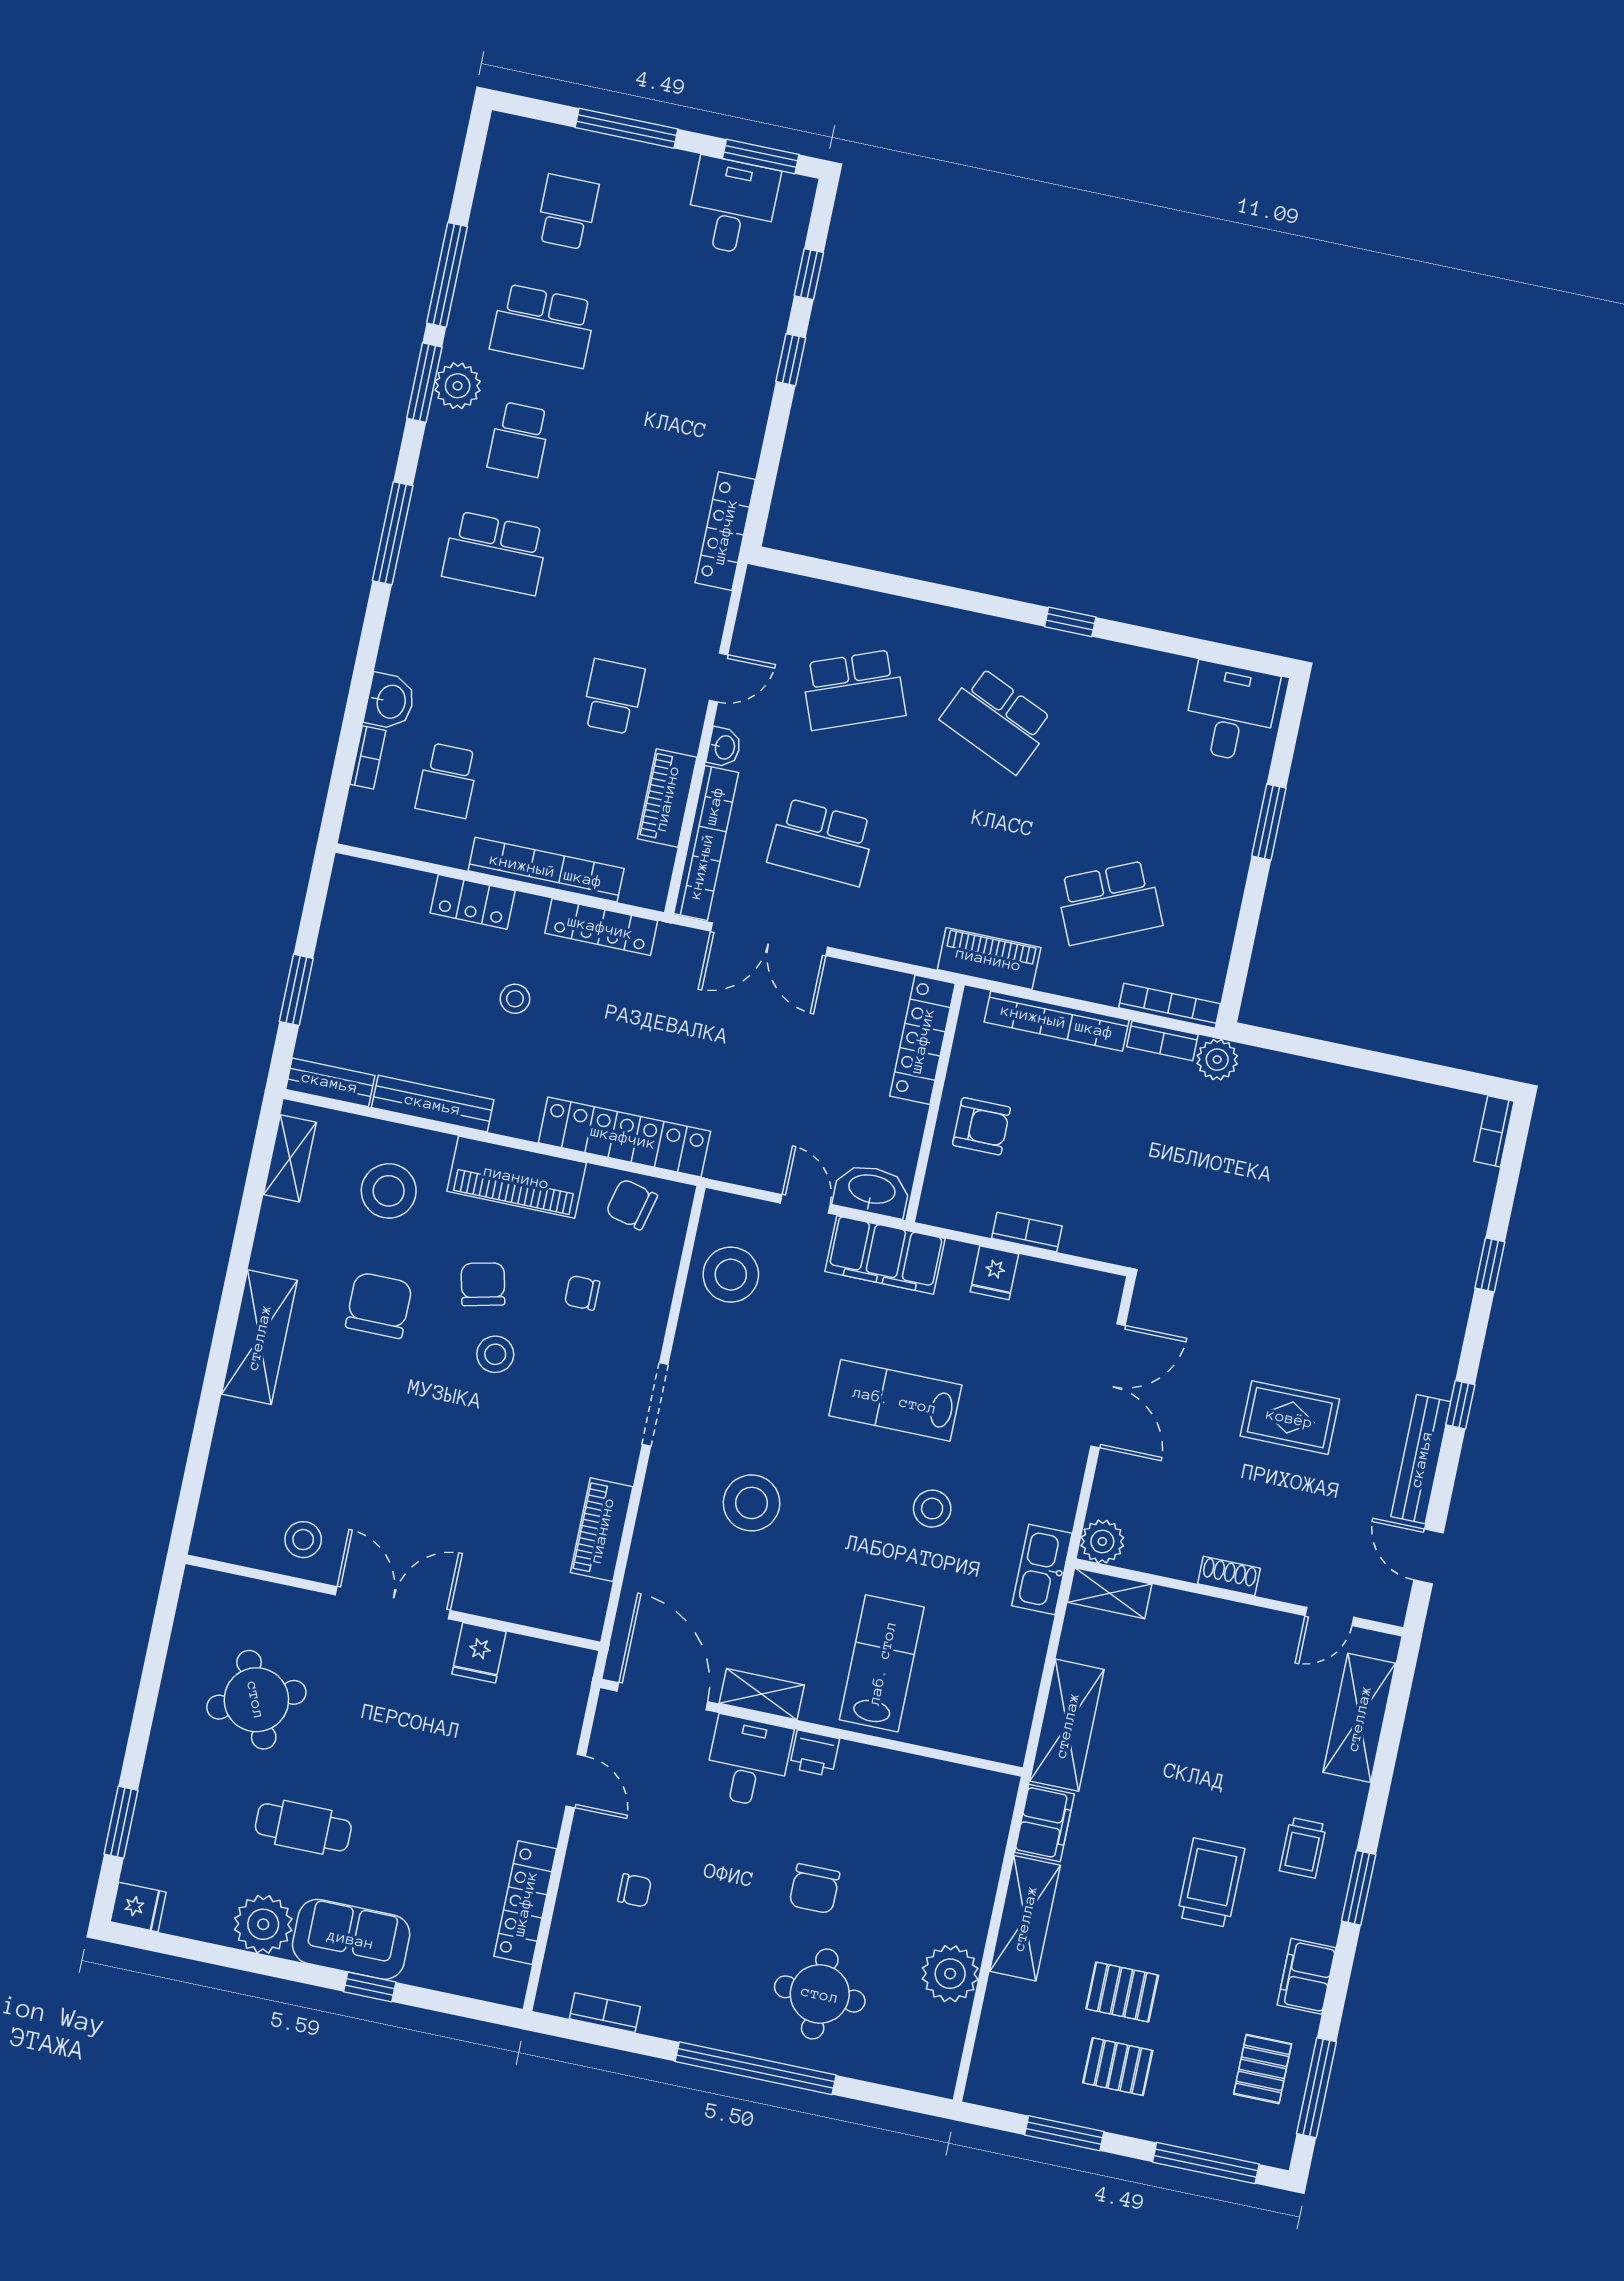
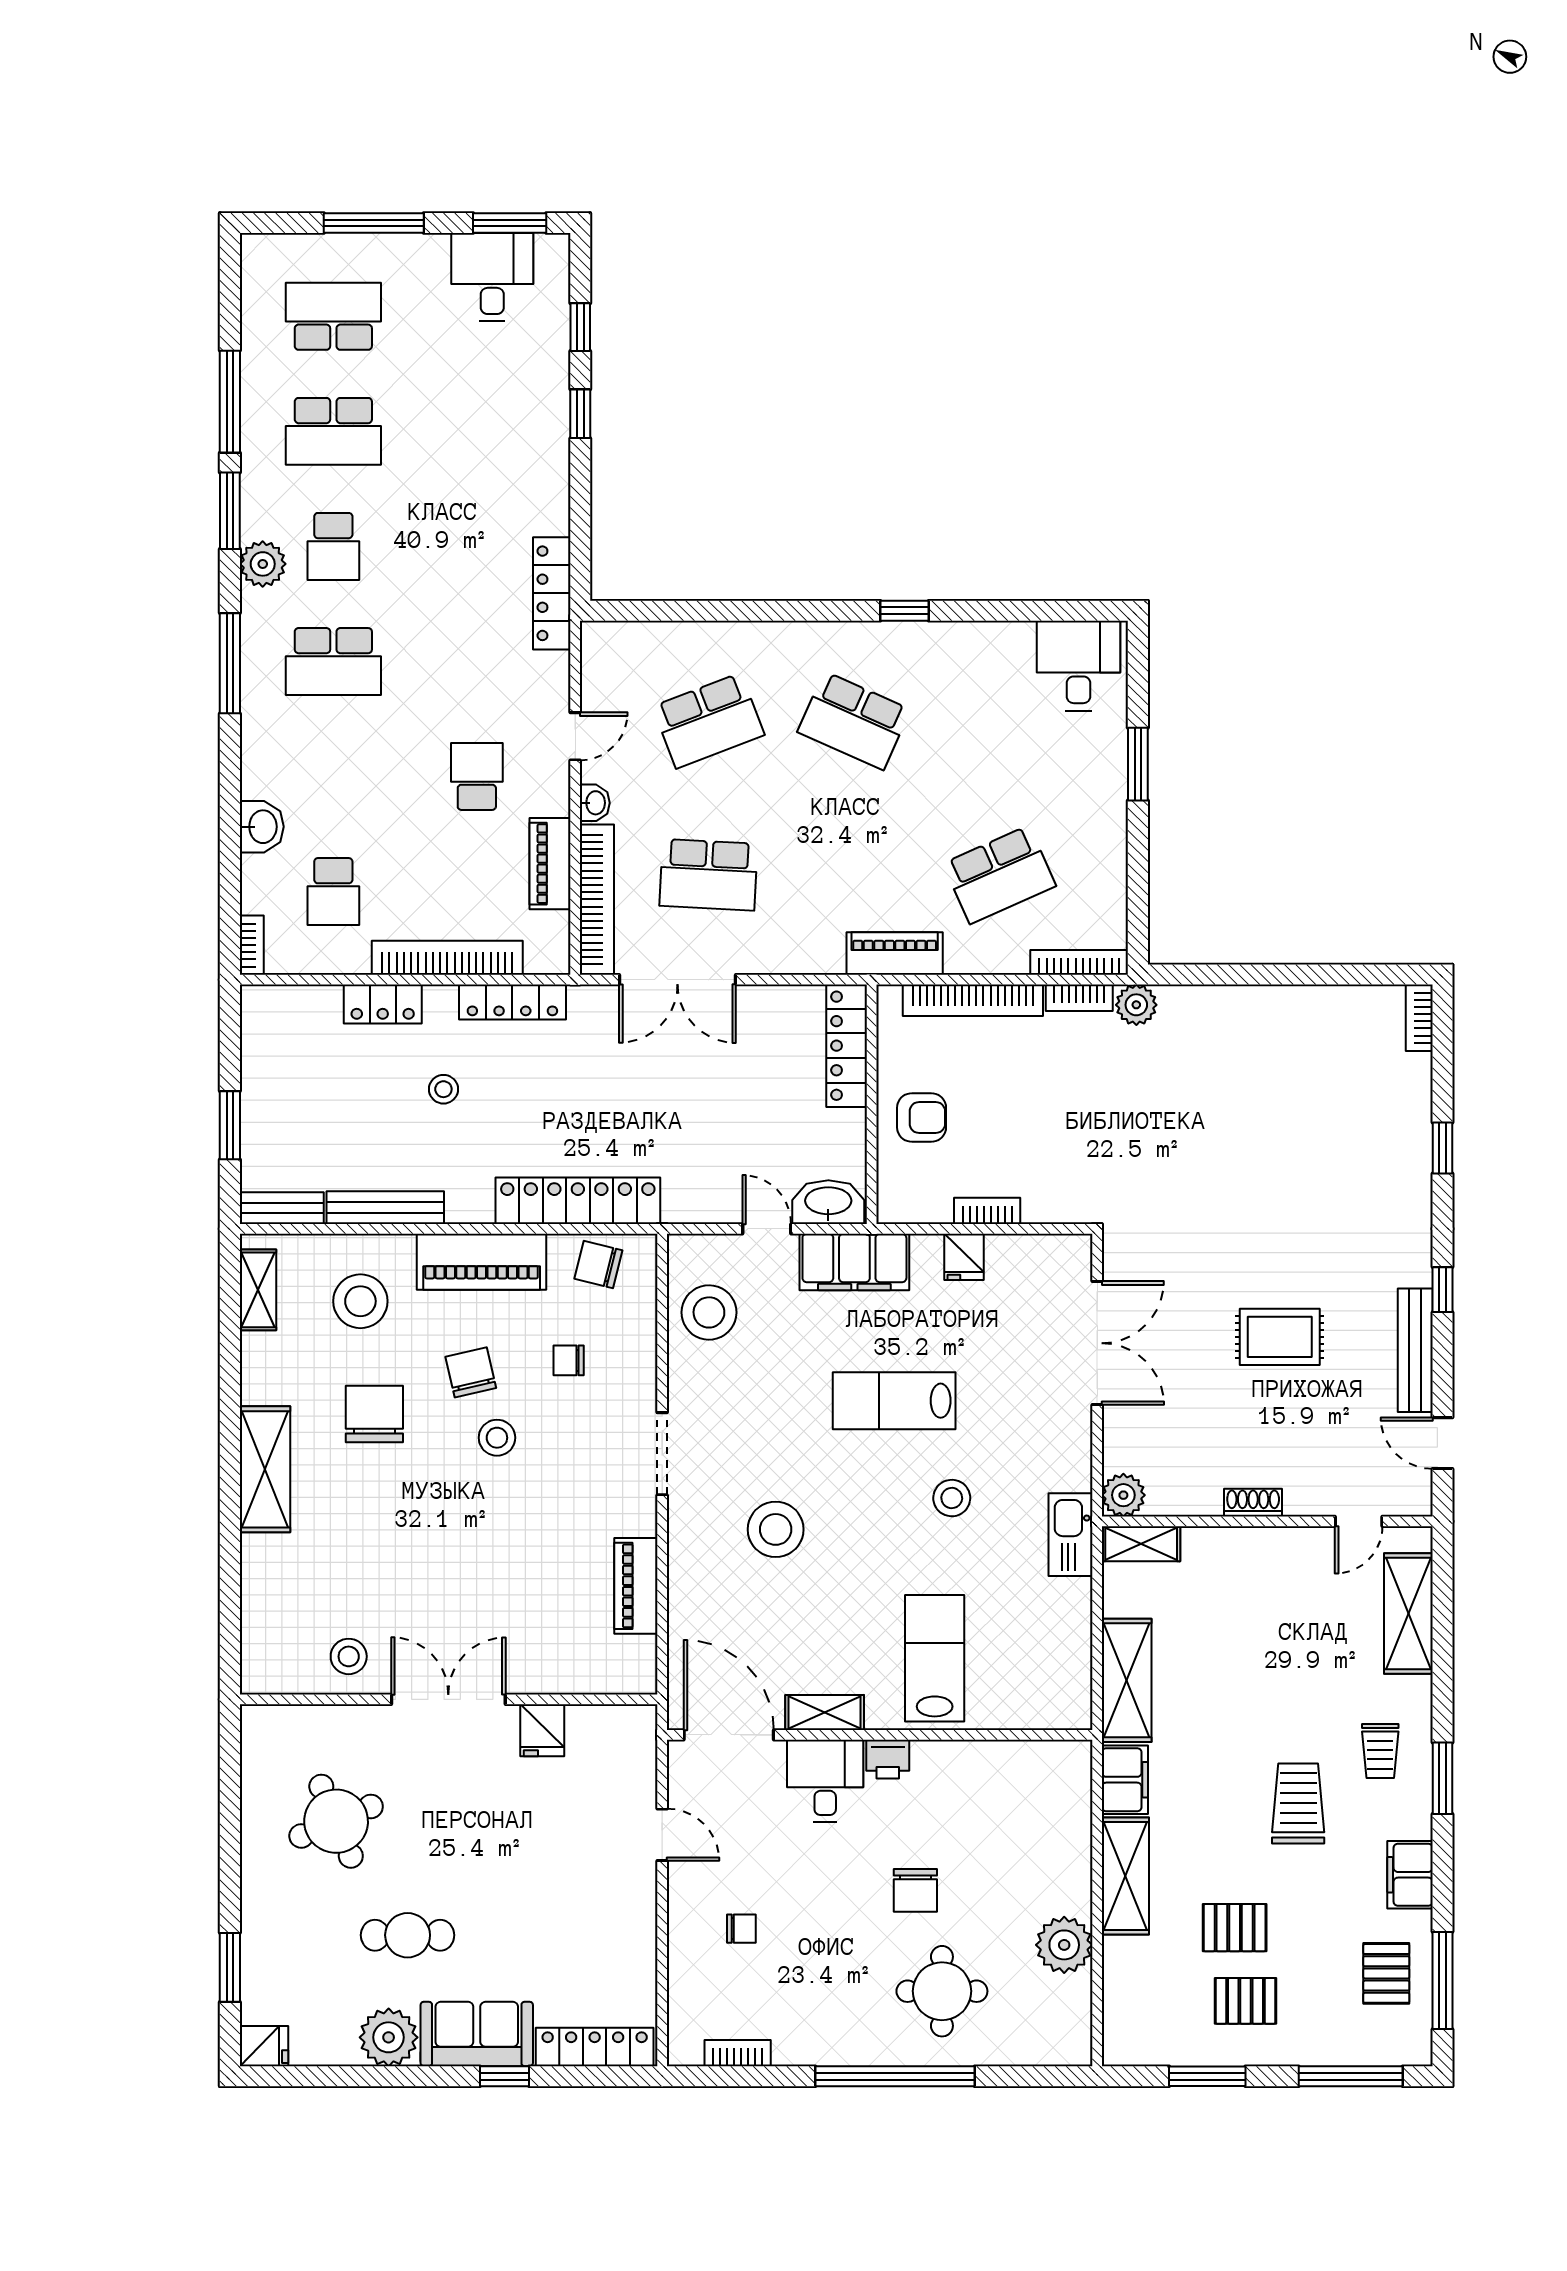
school desk: (567, 212) -> (333, 316), width x1.85
plant: (458, 386) -> (263, 564), moved
bookcase: (368, 757) -> (252, 945), moved
locker: (525, 1903) -> (595, 2047), moved, turned 90

